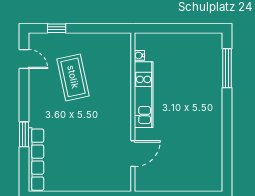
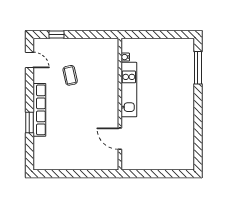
coffee table: (73, 77) -> (70, 75), width x0.54, depth x0.58
door: (133, 154) -> (120, 139), swing flipped
row of seats: (36, 160) -> (39, 110), moved

